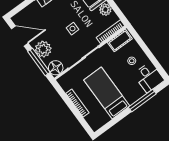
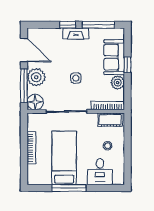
desk: (149, 77) -> (100, 172), moved
window: (142, 101) -> (69, 188), moved

